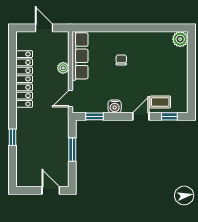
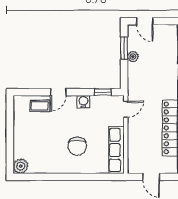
chair: (121, 60) -> (77, 146), width x1.87, depth x1.87
plant: (63, 68) -> (133, 57), moved
window: (169, 116) -> (31, 92), removed
window: (72, 150) -> (124, 48), moved

